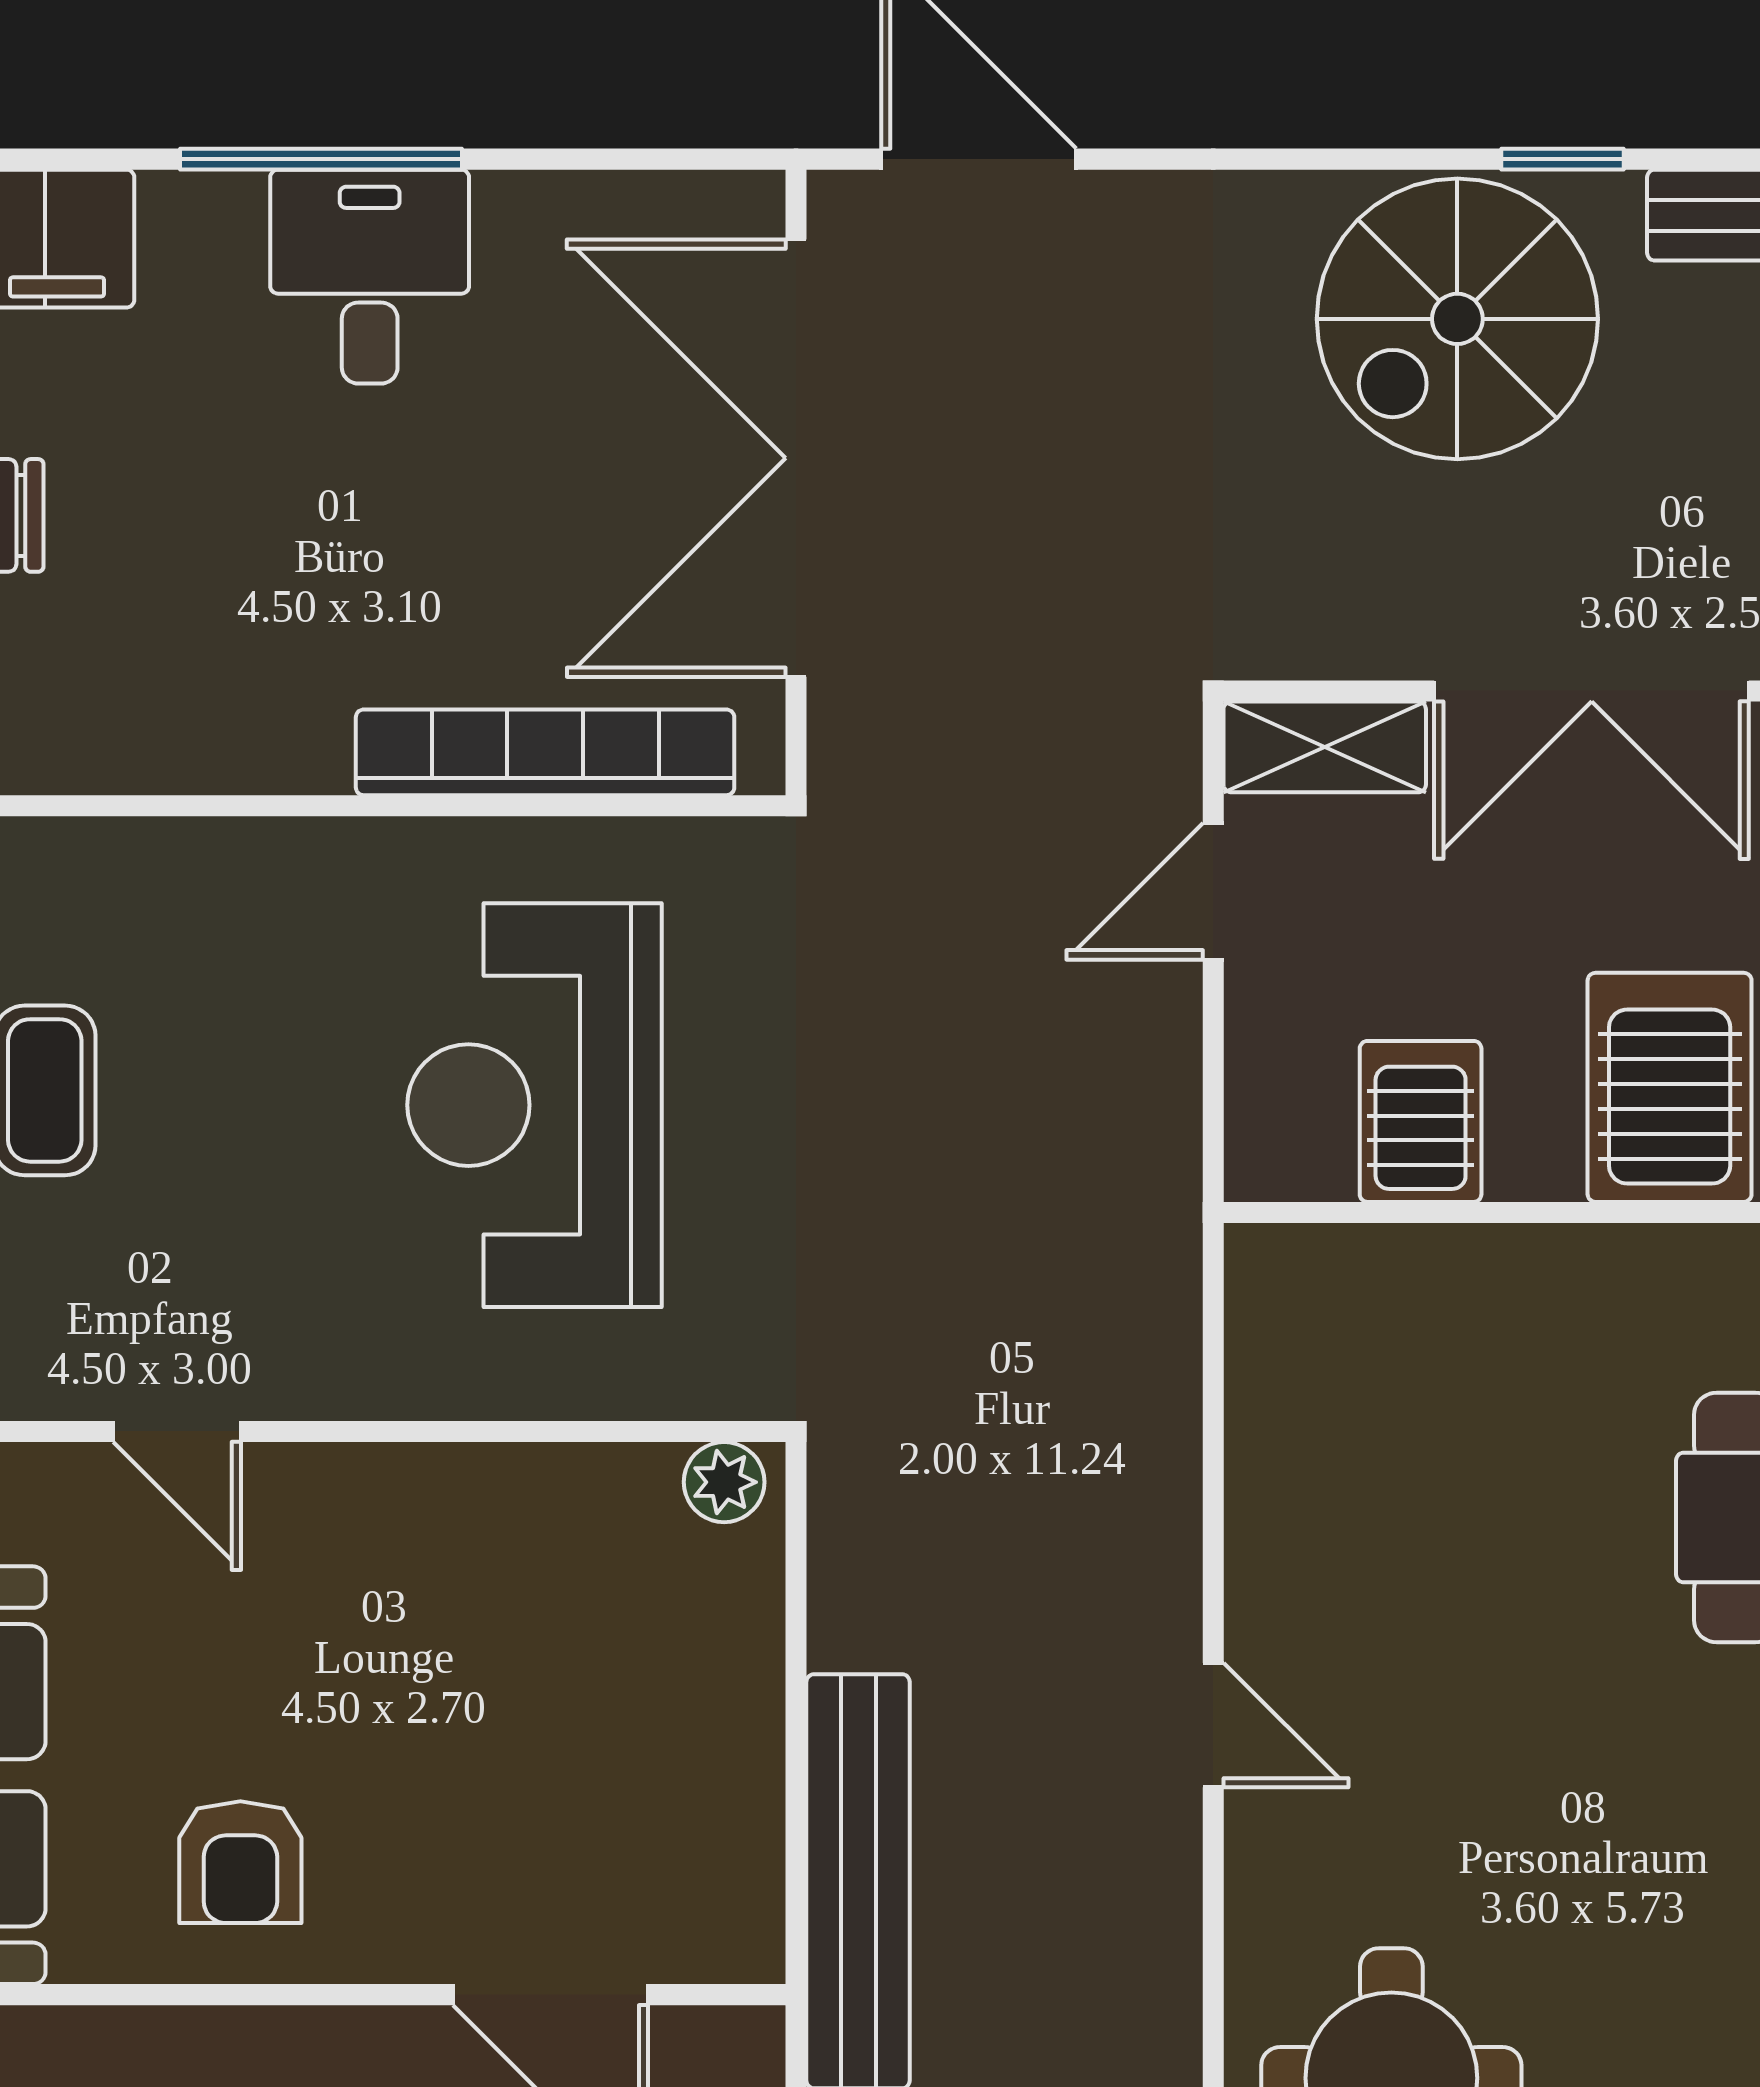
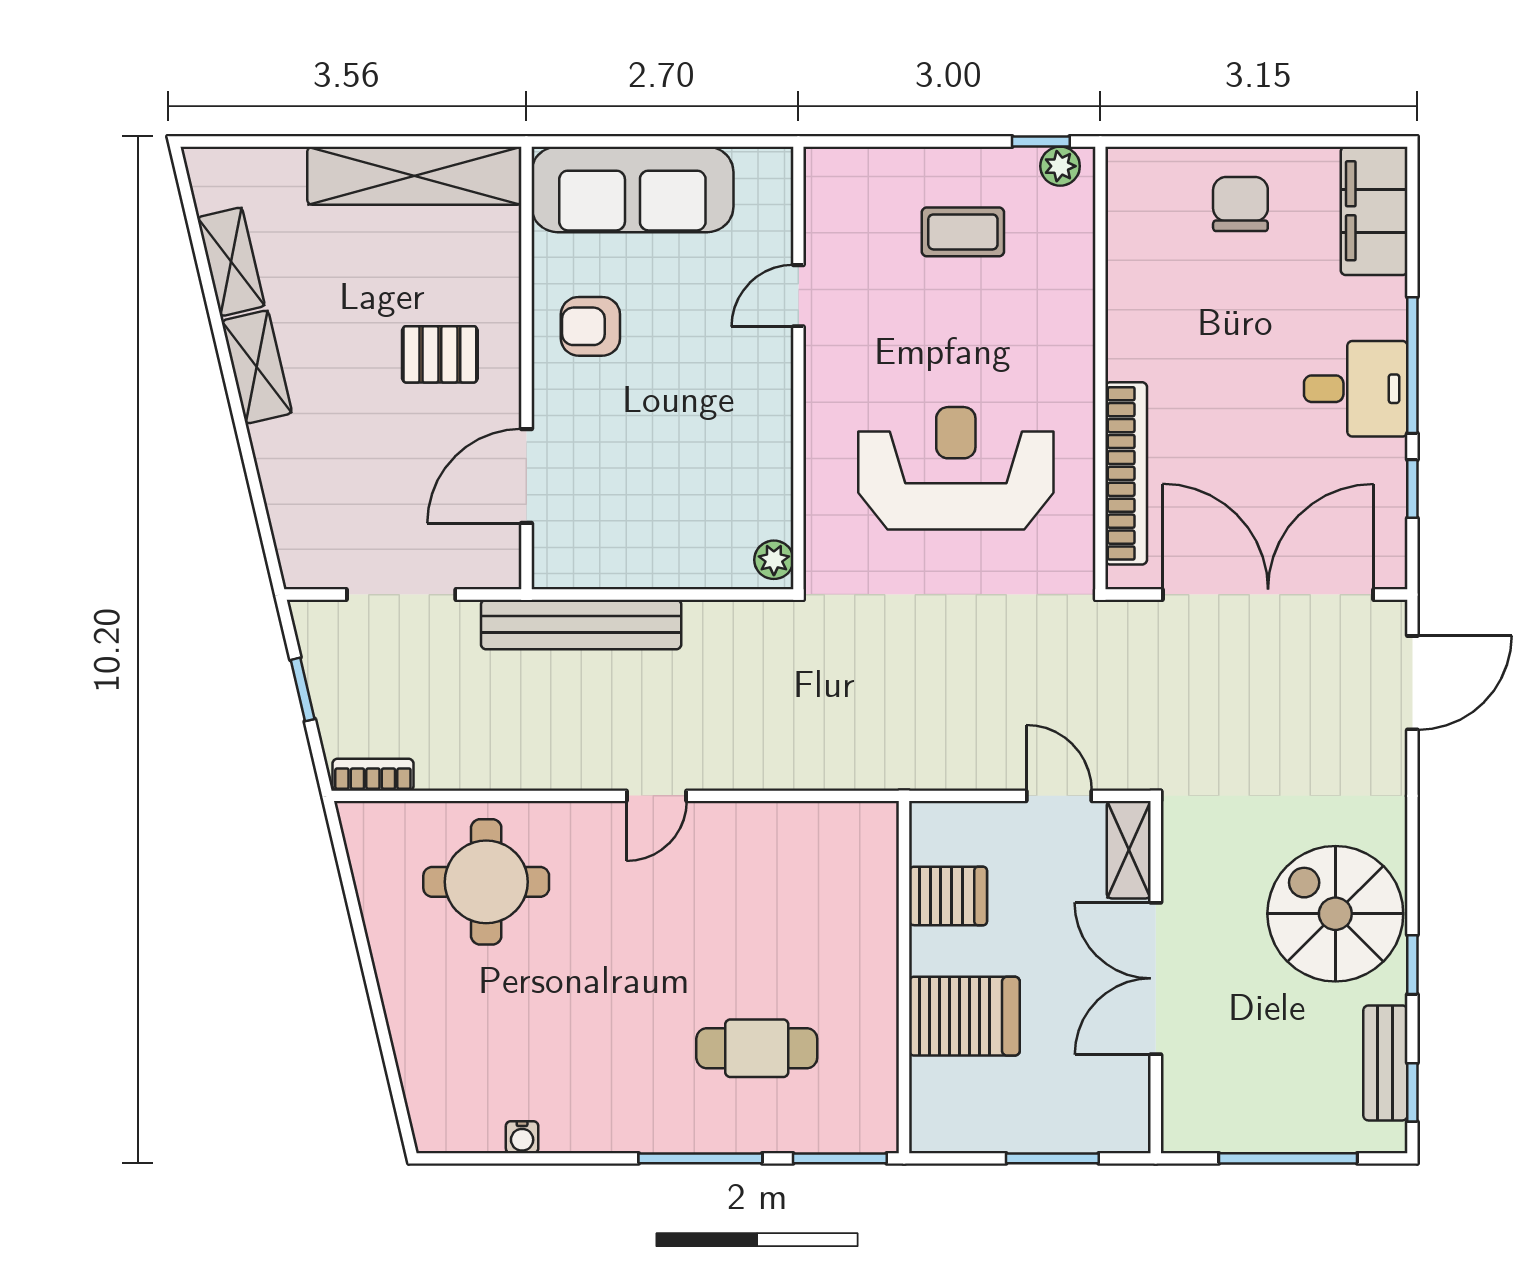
window: (577, 159) -> (1412, 489), added

